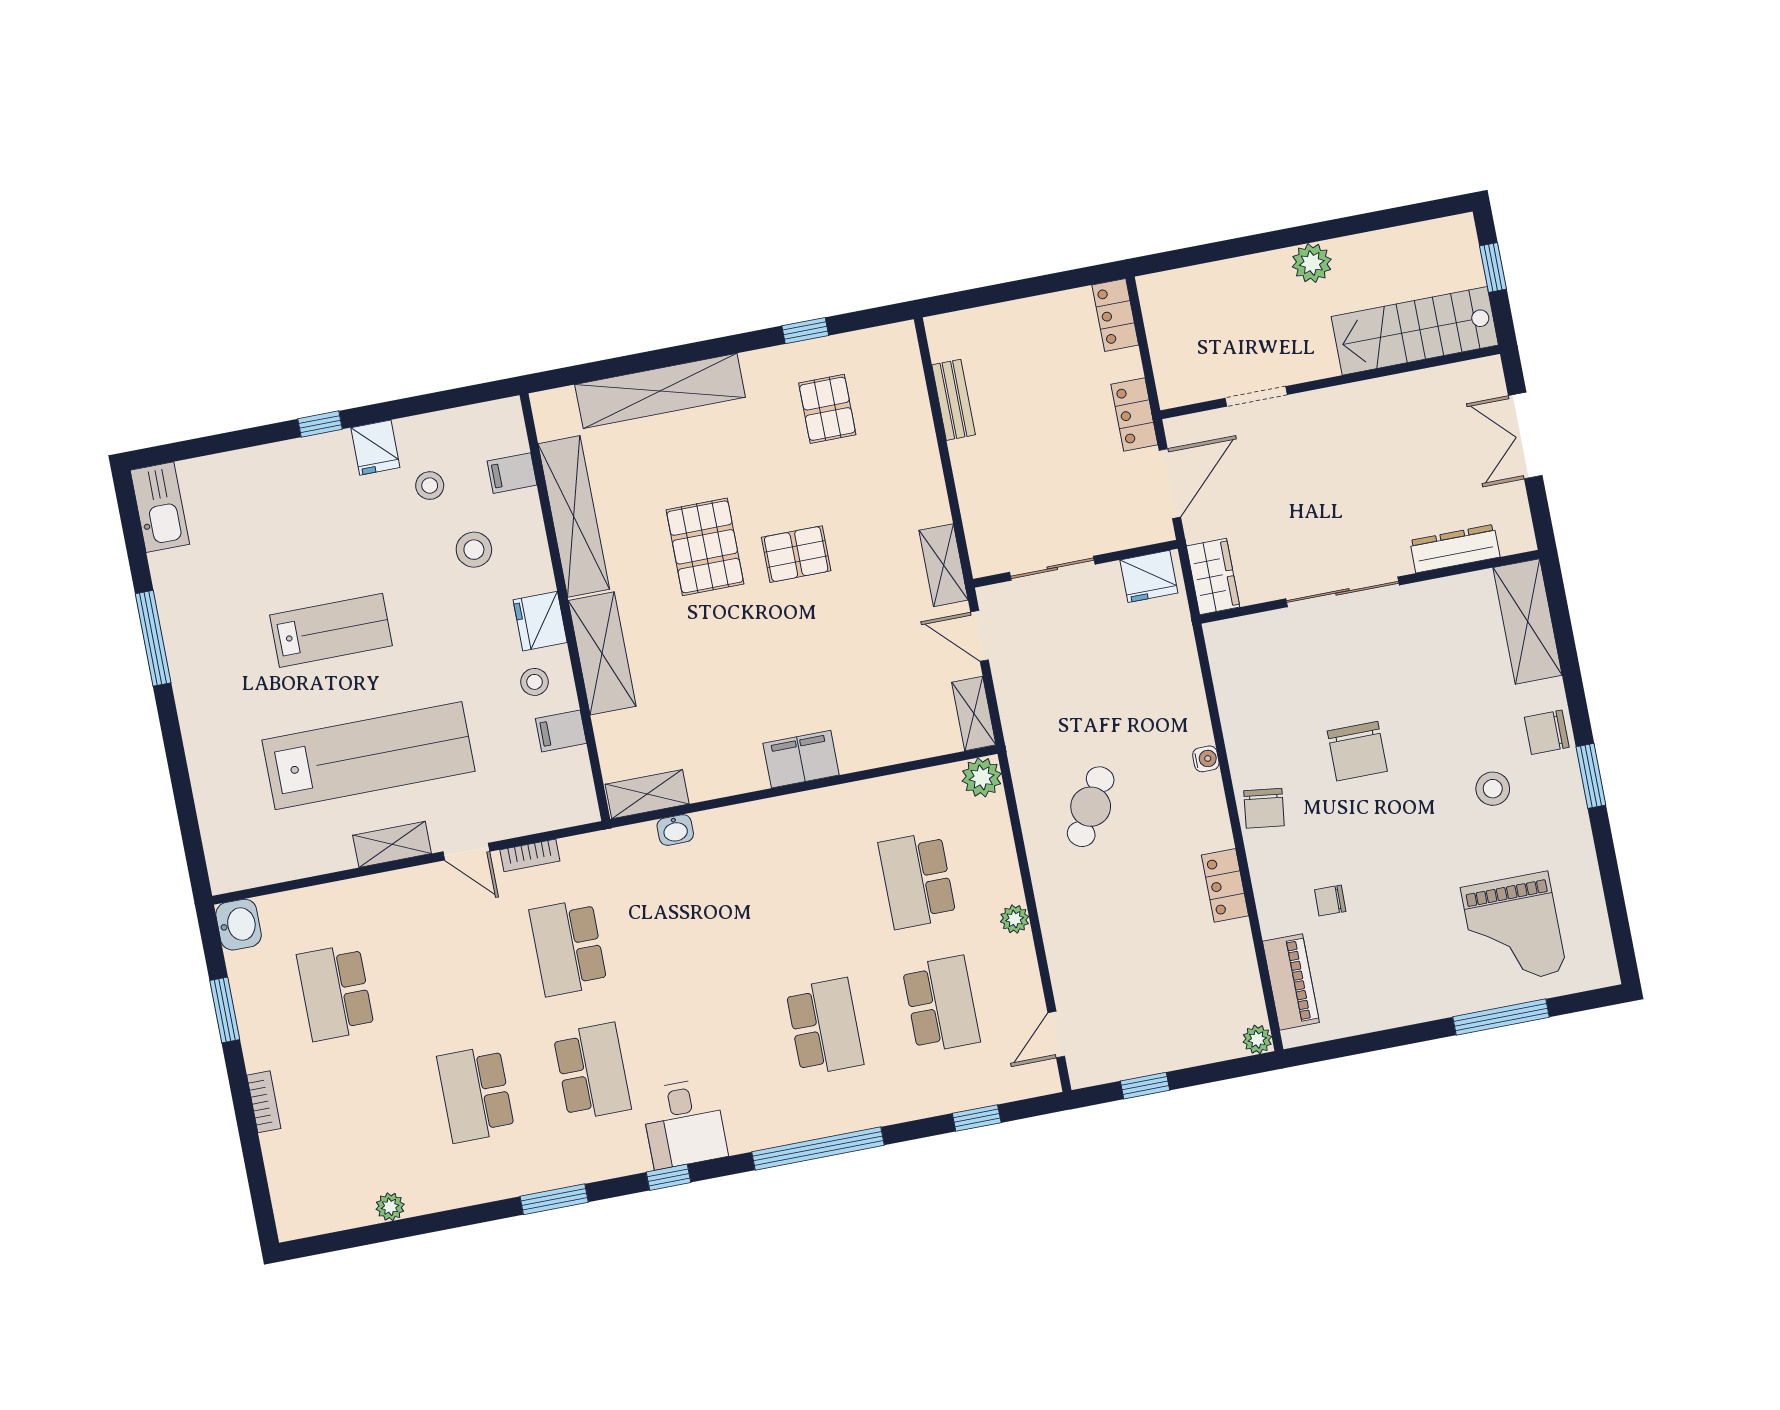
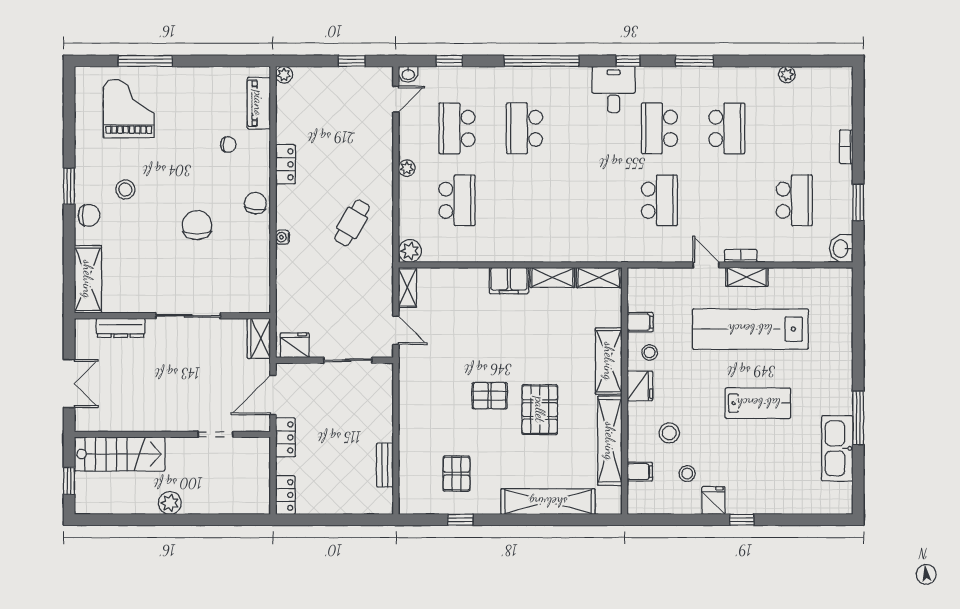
kitchen sink: (160, 507) -> (837, 448), moved, width x1.36, depth x1.24
shelving: (943, 565) -> (552, 277), moved, turned 90
lab bench: (331, 630) -> (758, 403), turned 180
washbasin: (675, 830) -> (408, 74), moved, turned 180
bookcase: (530, 855) -> (741, 256), moved

